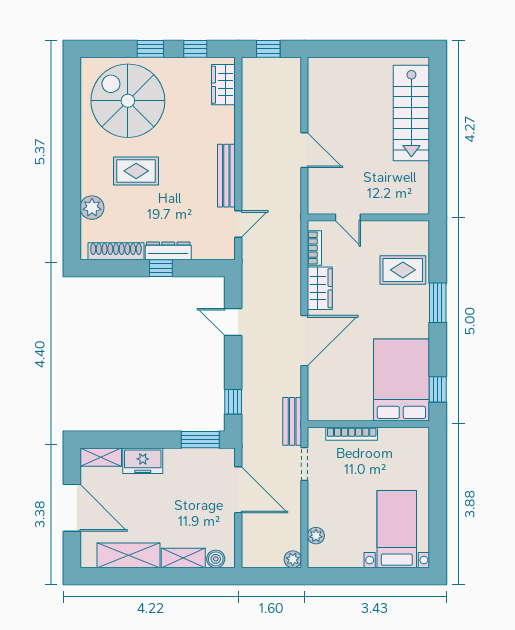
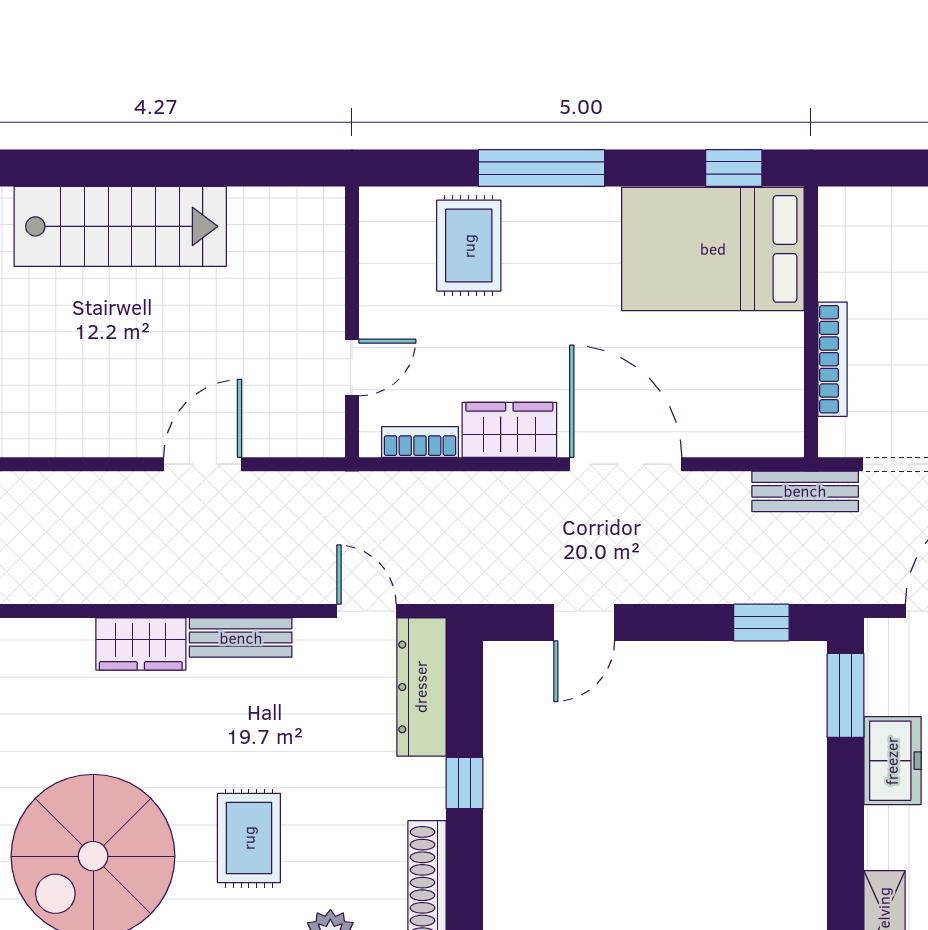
wardrobe: (223, 85) -> (141, 644), moved
bench: (226, 176) -> (241, 638), width x0.73
dresser: (168, 251) -> (421, 687), moved, width x1.37, depth x1.24
window: (438, 303) -> (541, 168), width x1.44
freezer: (143, 461) -> (892, 761), moved

